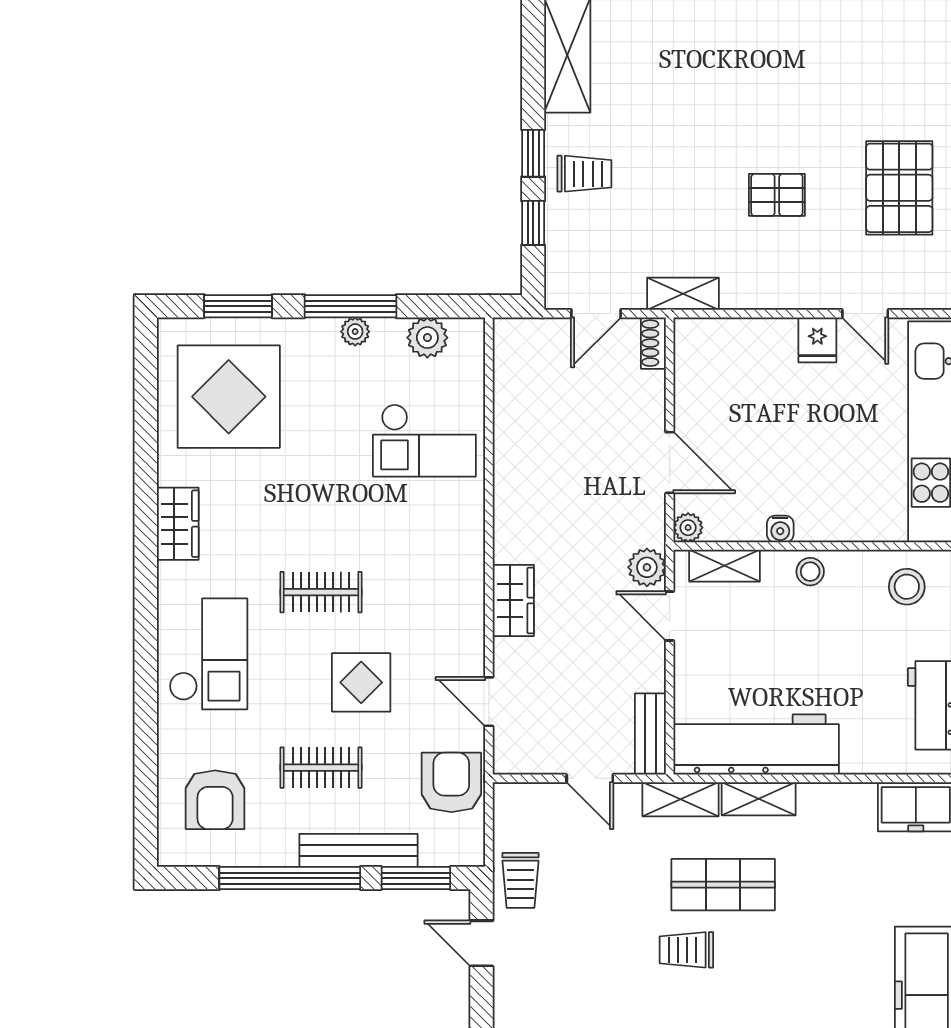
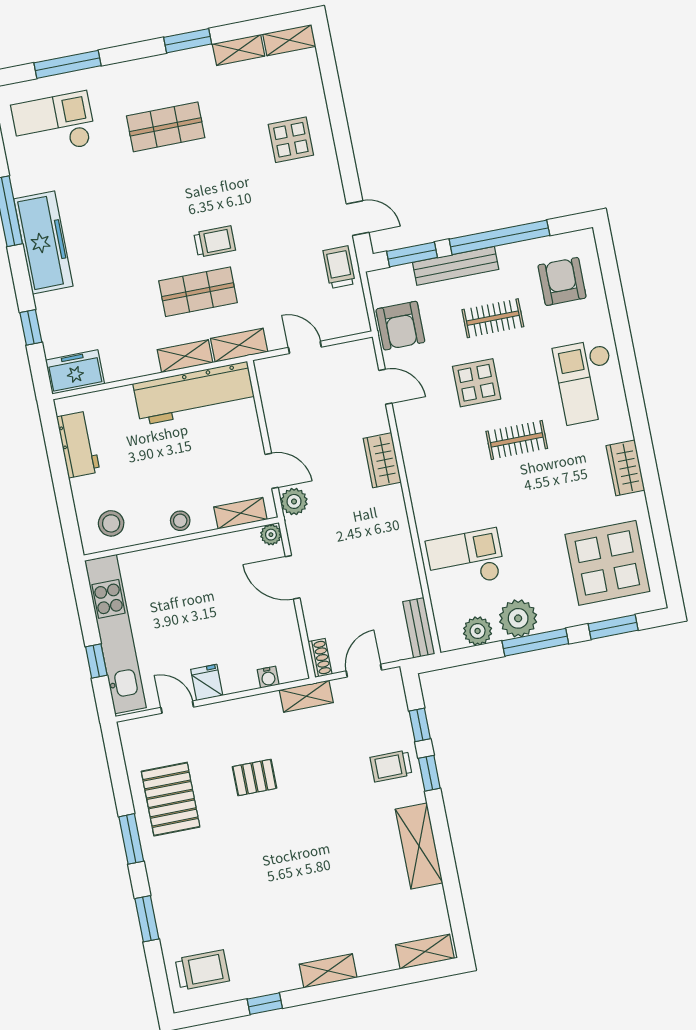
plant: (355, 332) -> (518, 618), width x1.88, depth x1.88
water cooler: (780, 529) -> (268, 677), moved, turned 180
bench: (650, 734) -> (419, 628), moved

